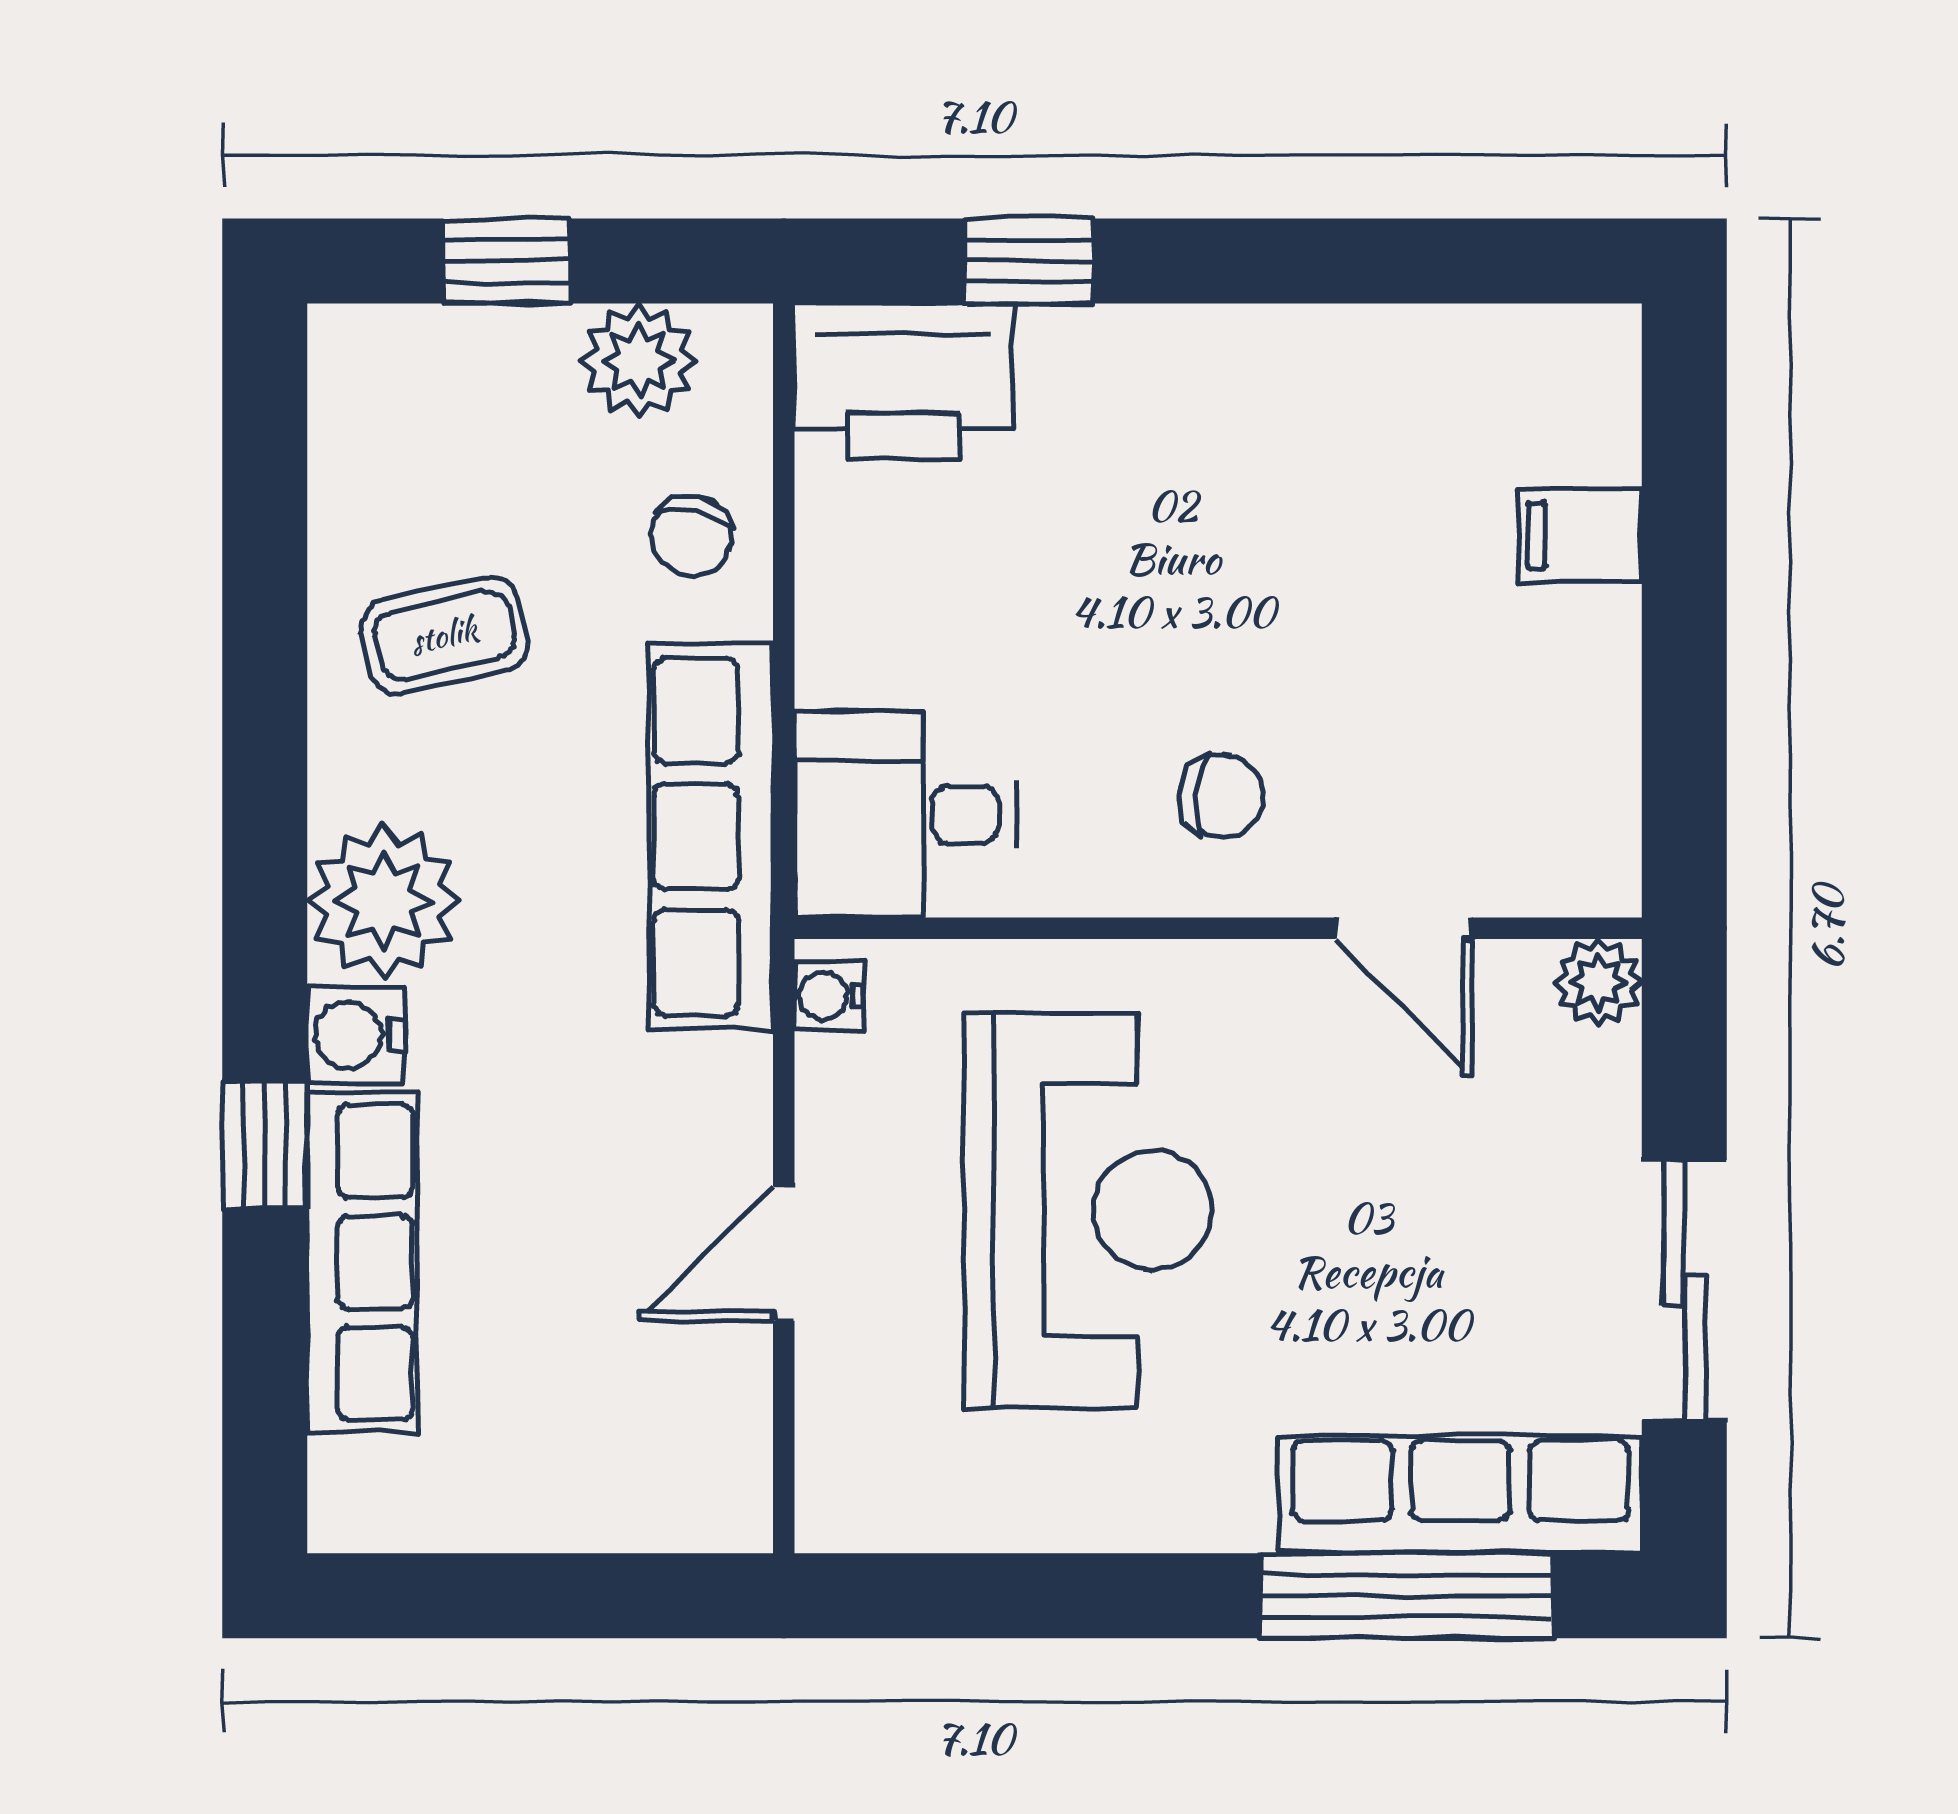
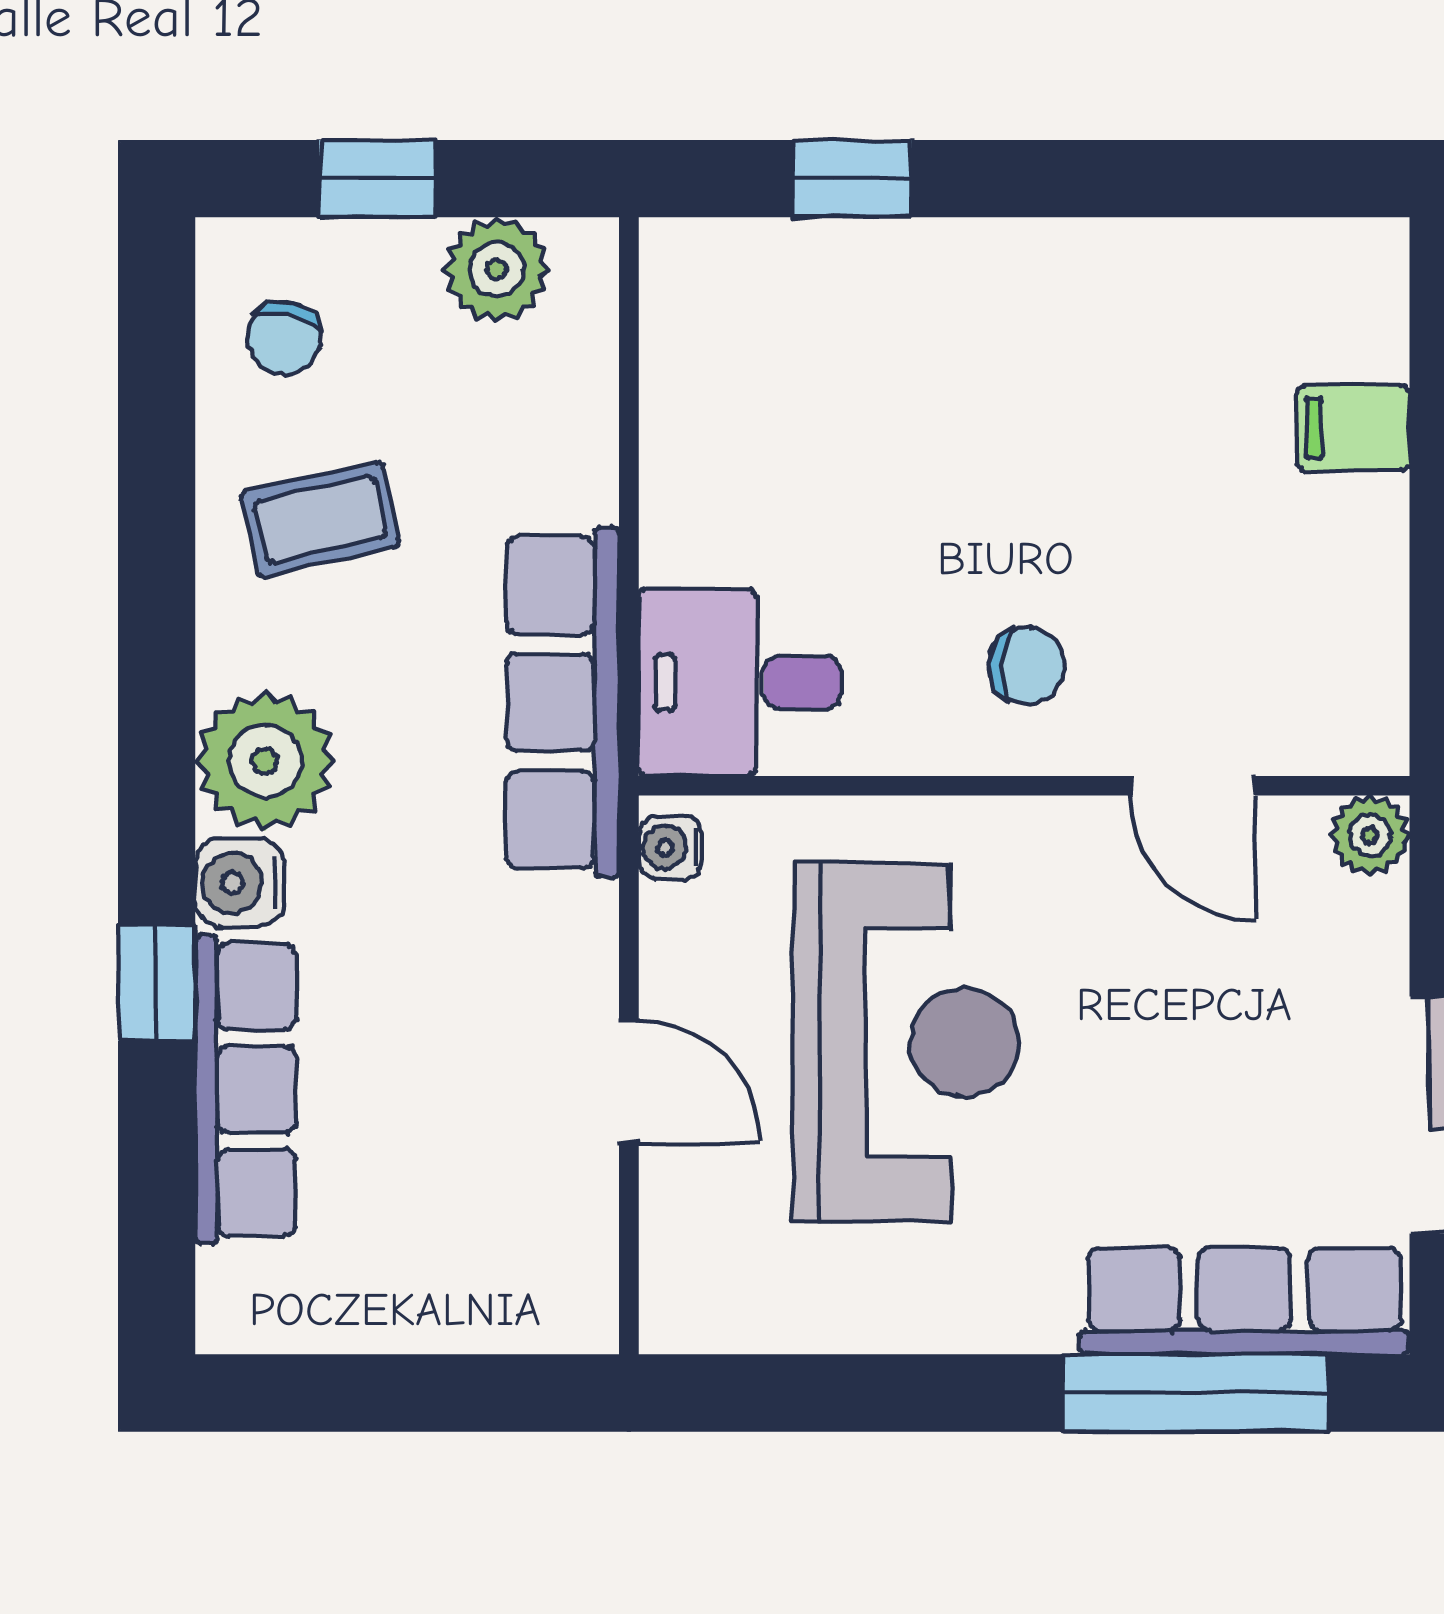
printer: (904, 382) -> (738, 289), removed
chair: (692, 536) -> (284, 338), moved
door: (784, 1254) -> (629, 1082), swing flipped

